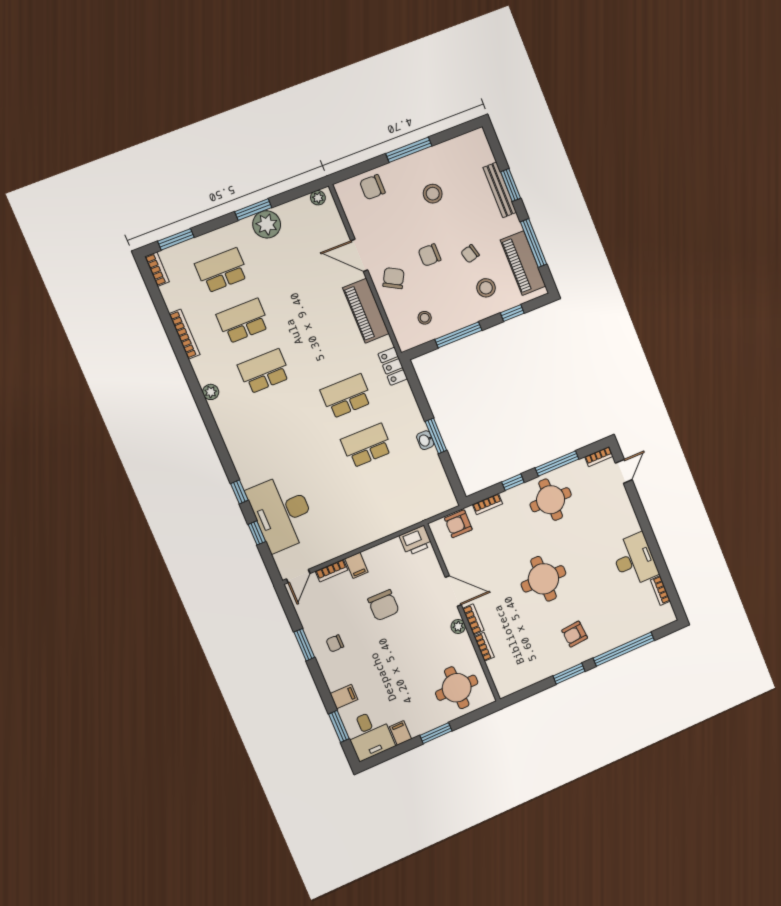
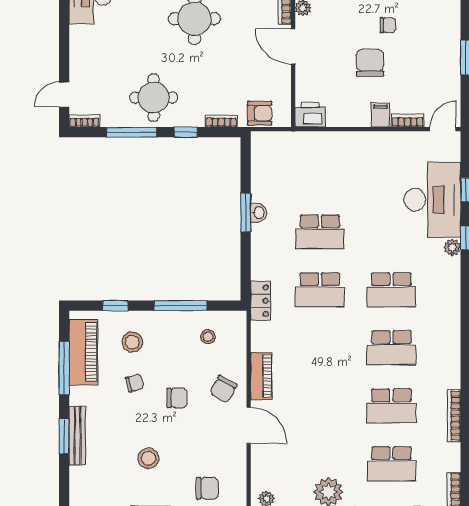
piano: (366, 311) -> (261, 376), width x0.73, depth x0.75
plant: (211, 392) -> (452, 247), moved
school desk: (285, 421) -> (391, 290), added
chair: (335, 643) -> (388, 25), moved

